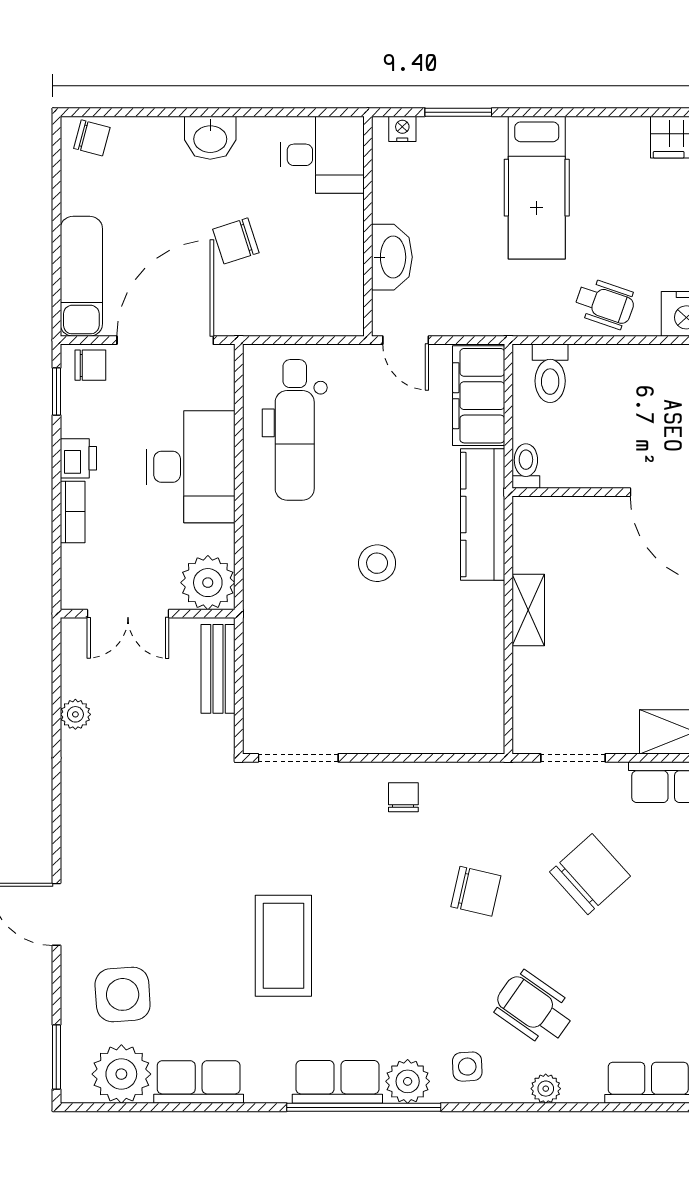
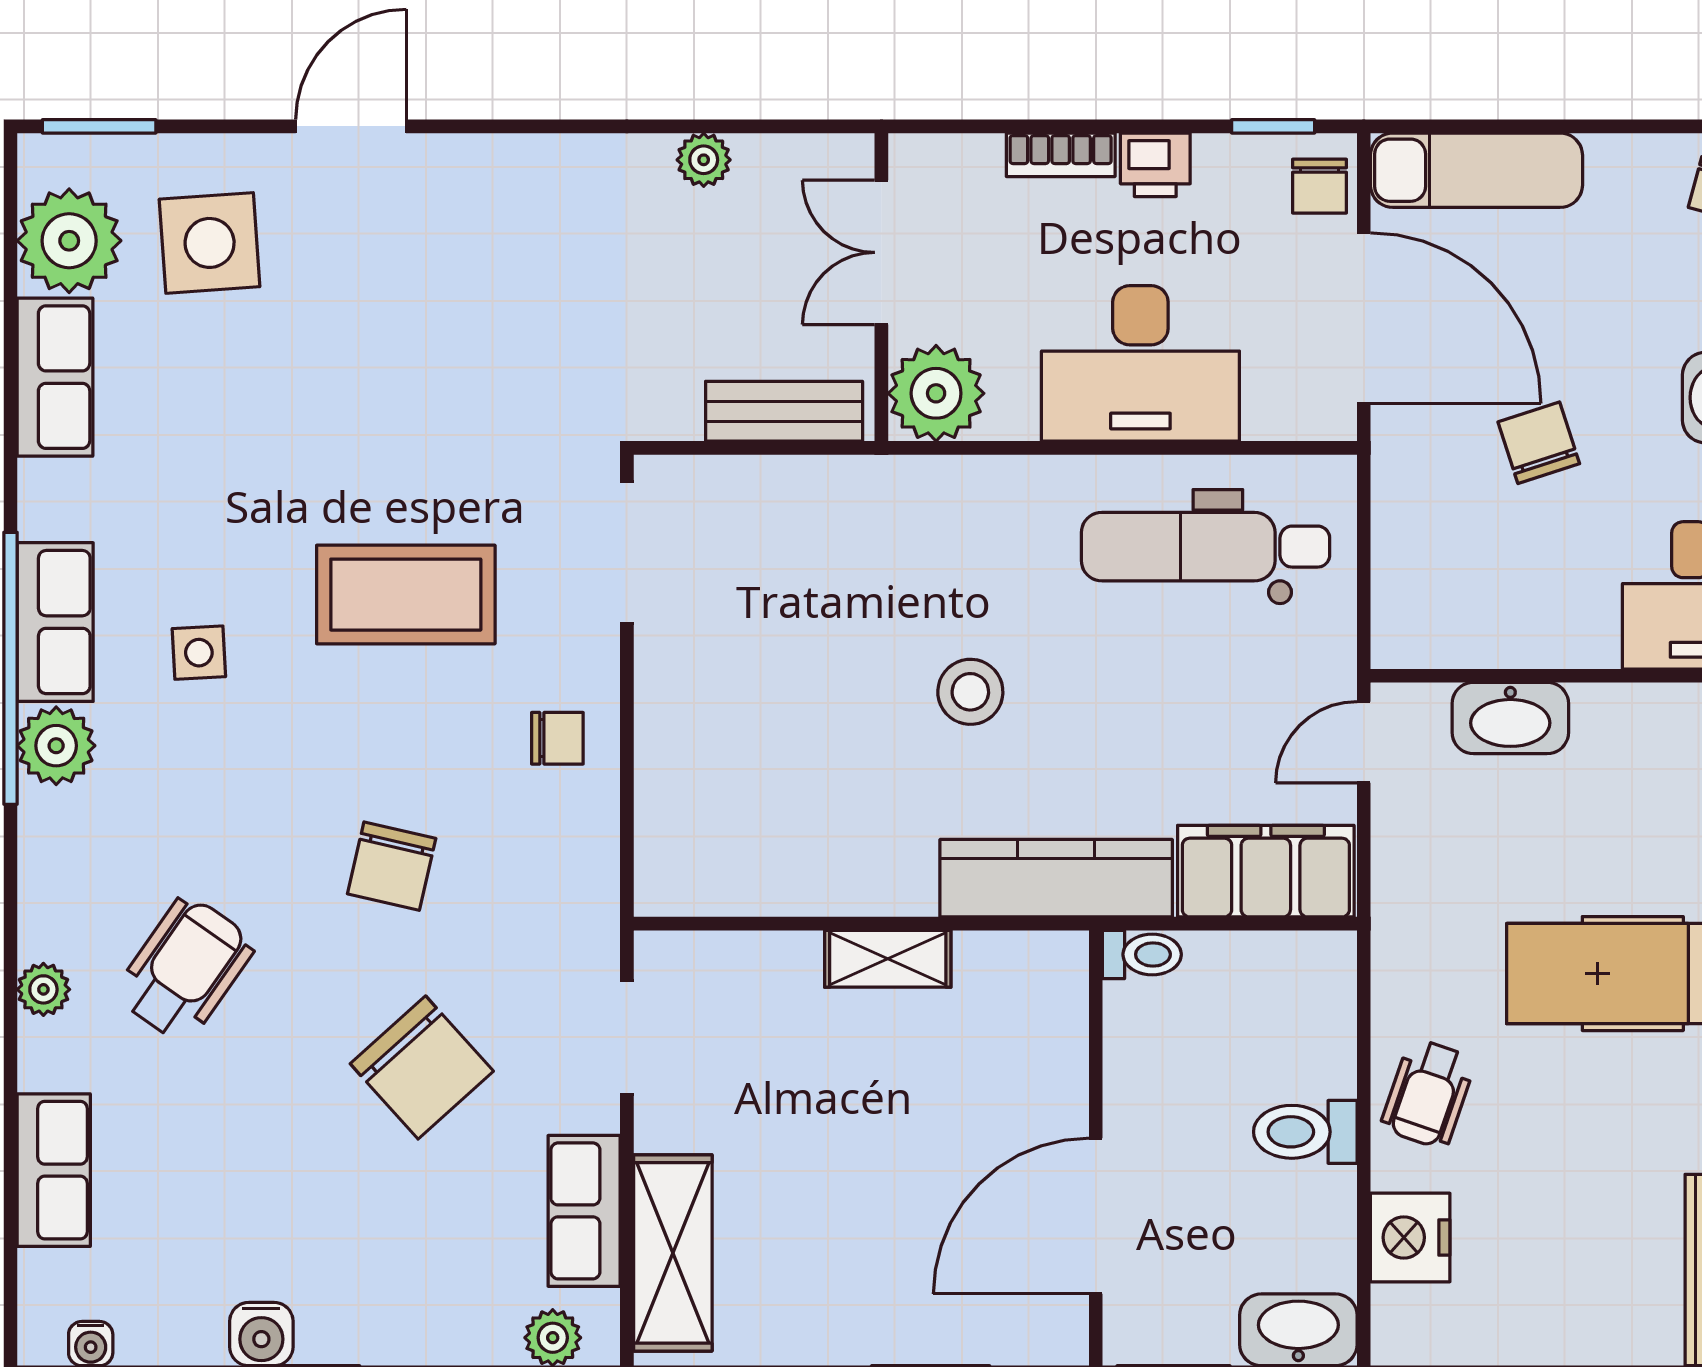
toilet: (550, 373) -> (1305, 1132), moved
coffee table: (283, 946) -> (406, 595), moved
side table: (467, 1067) -> (199, 653), moved

